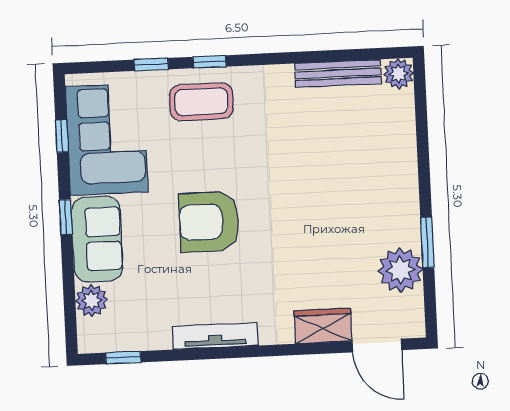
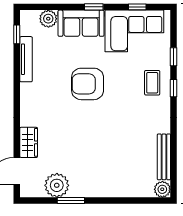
coffee table: (201, 102) -> (152, 83), width x0.73, depth x0.77
armchair: (209, 222) -> (88, 84), turned -90
tv unit: (215, 336) -> (26, 59), moved

